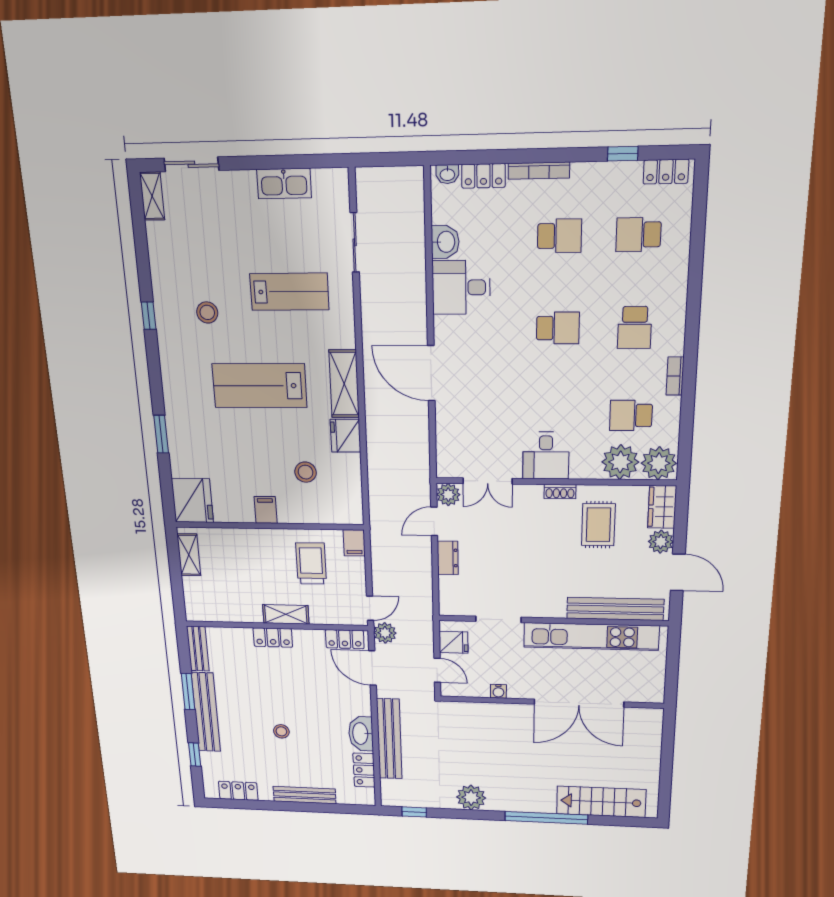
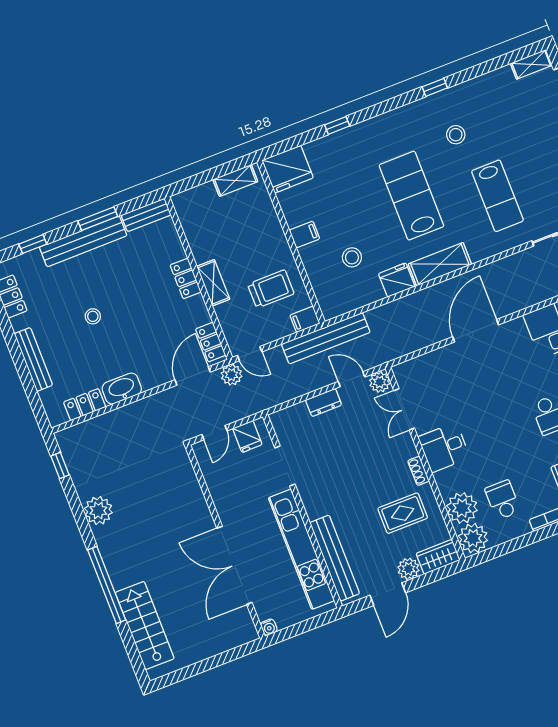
window: (161, 434) -> (337, 125), width x0.67
water cooler: (498, 691) -> (269, 627), moved, turned -90
bench: (389, 739) -> (326, 338), moved

